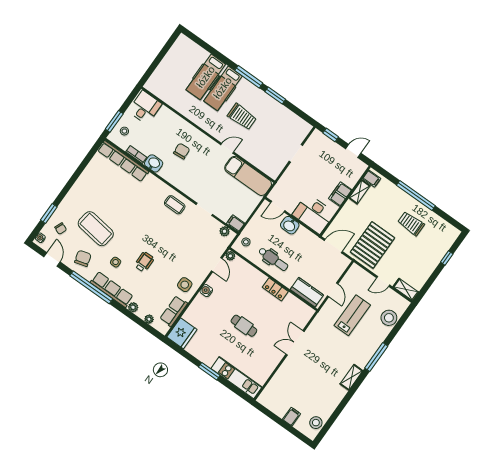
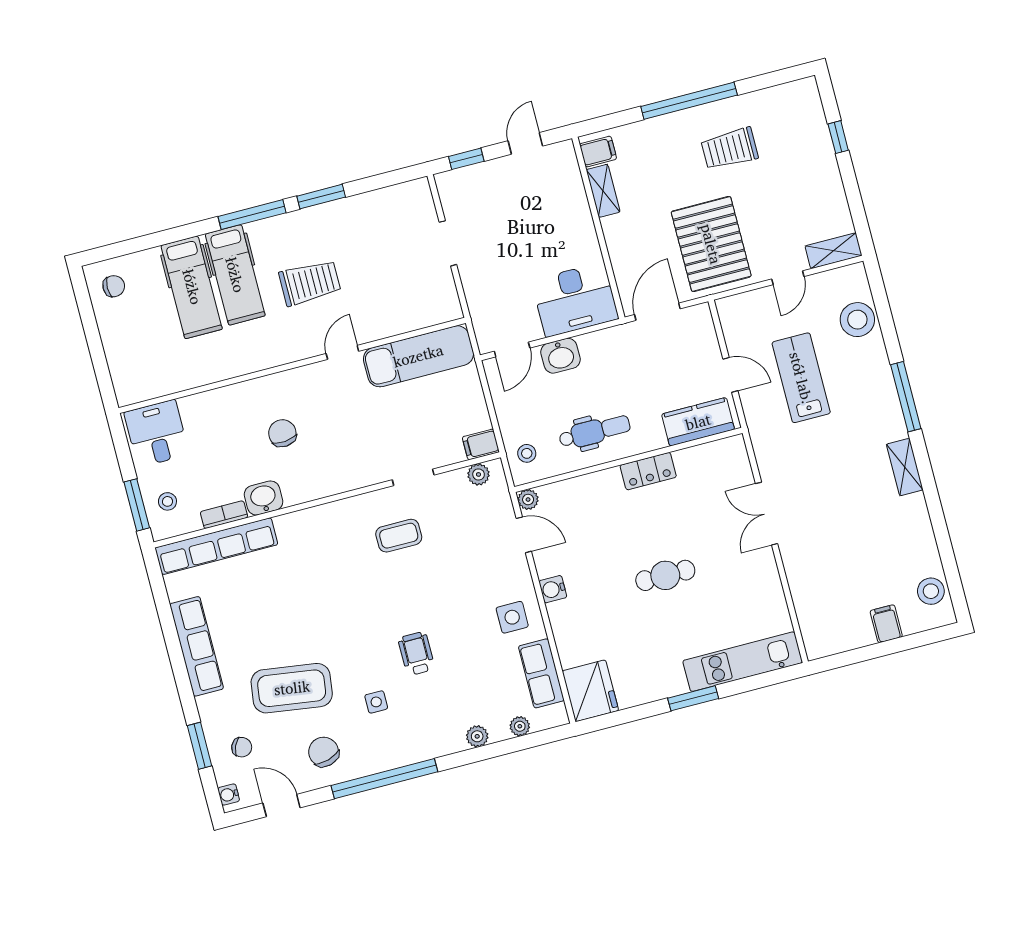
chair: (184, 50) -> (114, 286), added
filing cabinet: (340, 194) -> (579, 226), removed
coffee table: (175, 205) -> (399, 536), moved
row of seats: (112, 289) -> (197, 646), moved, turned 90

